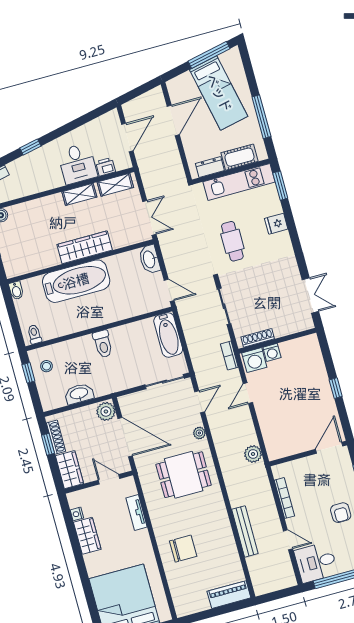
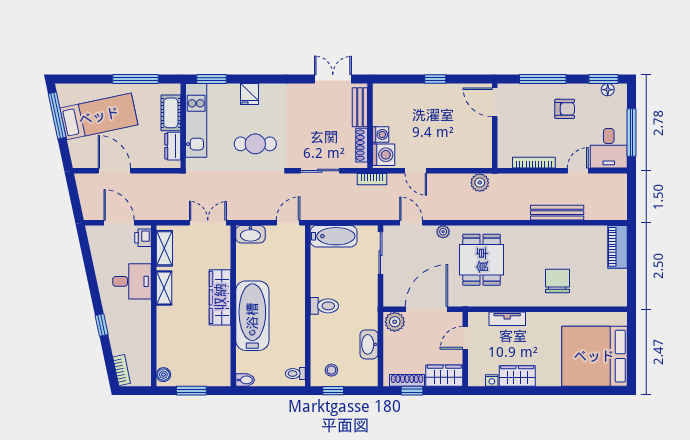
printer: (106, 167) -> (143, 238), moved
bench: (292, 327) -> (360, 107), added

